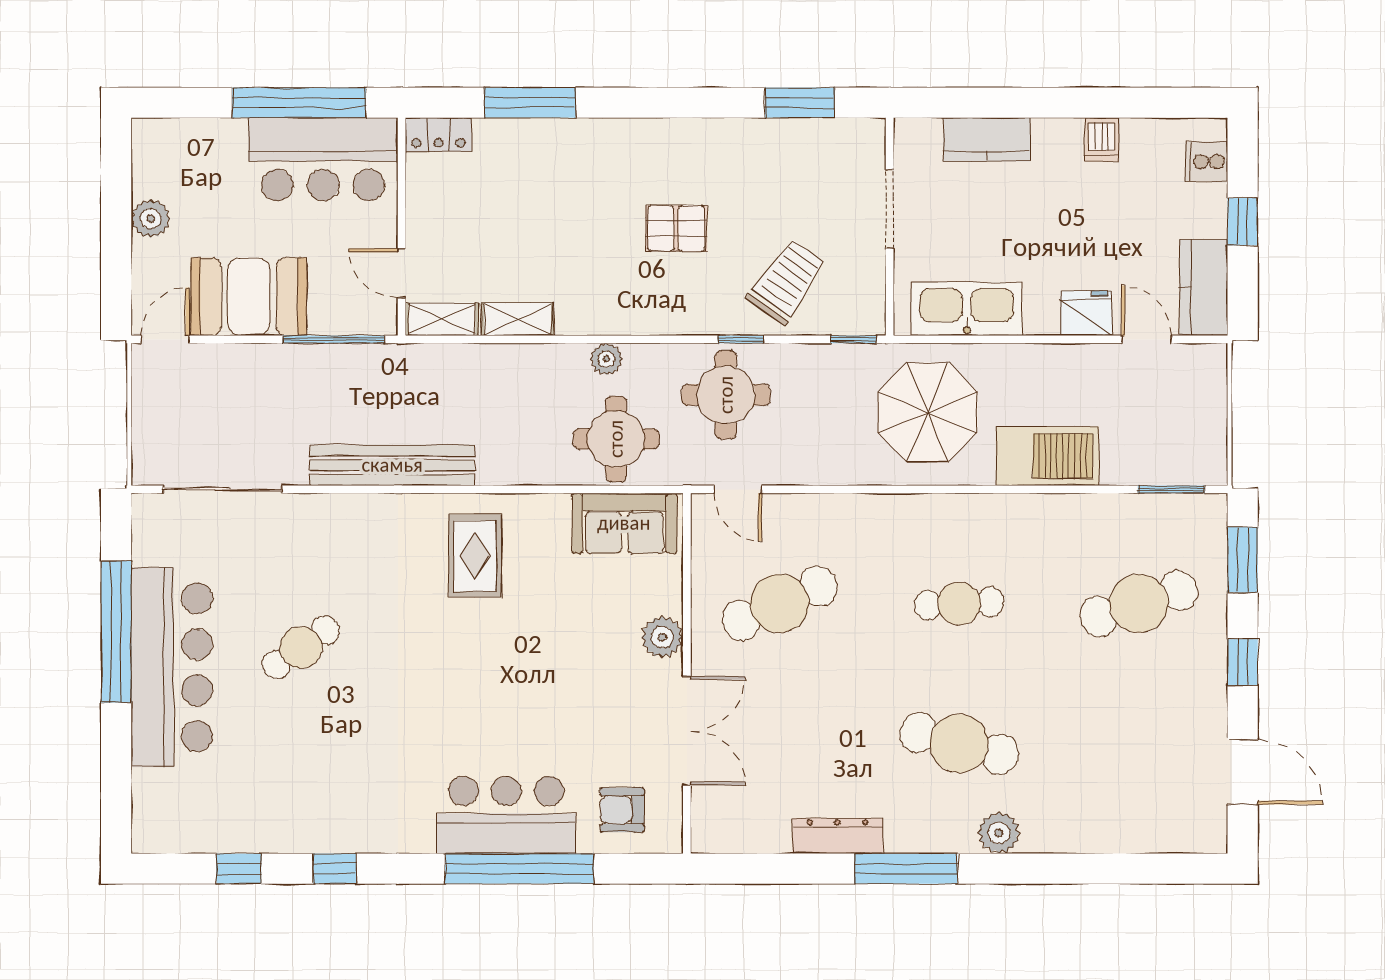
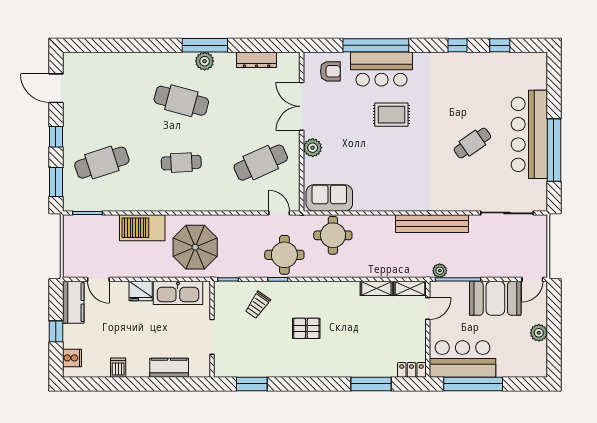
door: (402, 273) -> (428, 309), hinge flipped
trolley: (787, 281) -> (258, 305), width x0.73, depth x0.72
fridge: (1086, 313) -> (141, 291), moved
plant: (606, 359) -> (440, 271), moved
rug: (475, 556) -> (391, 115), moved, turned 90
plant: (999, 833) -> (205, 61), moved
dresser: (837, 836) -> (257, 60), moved

